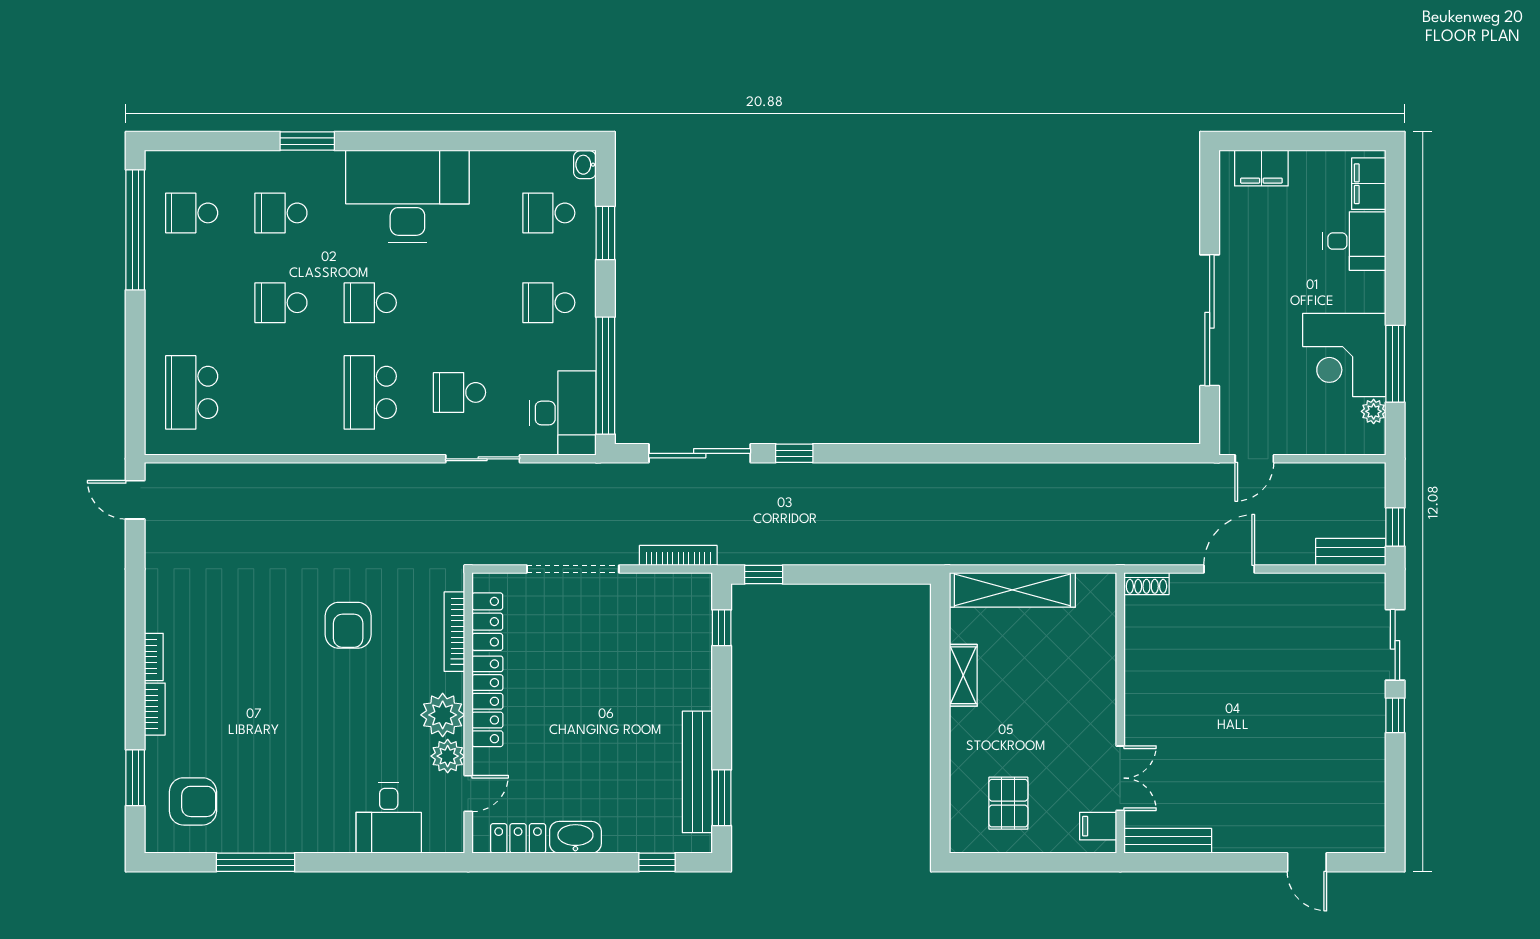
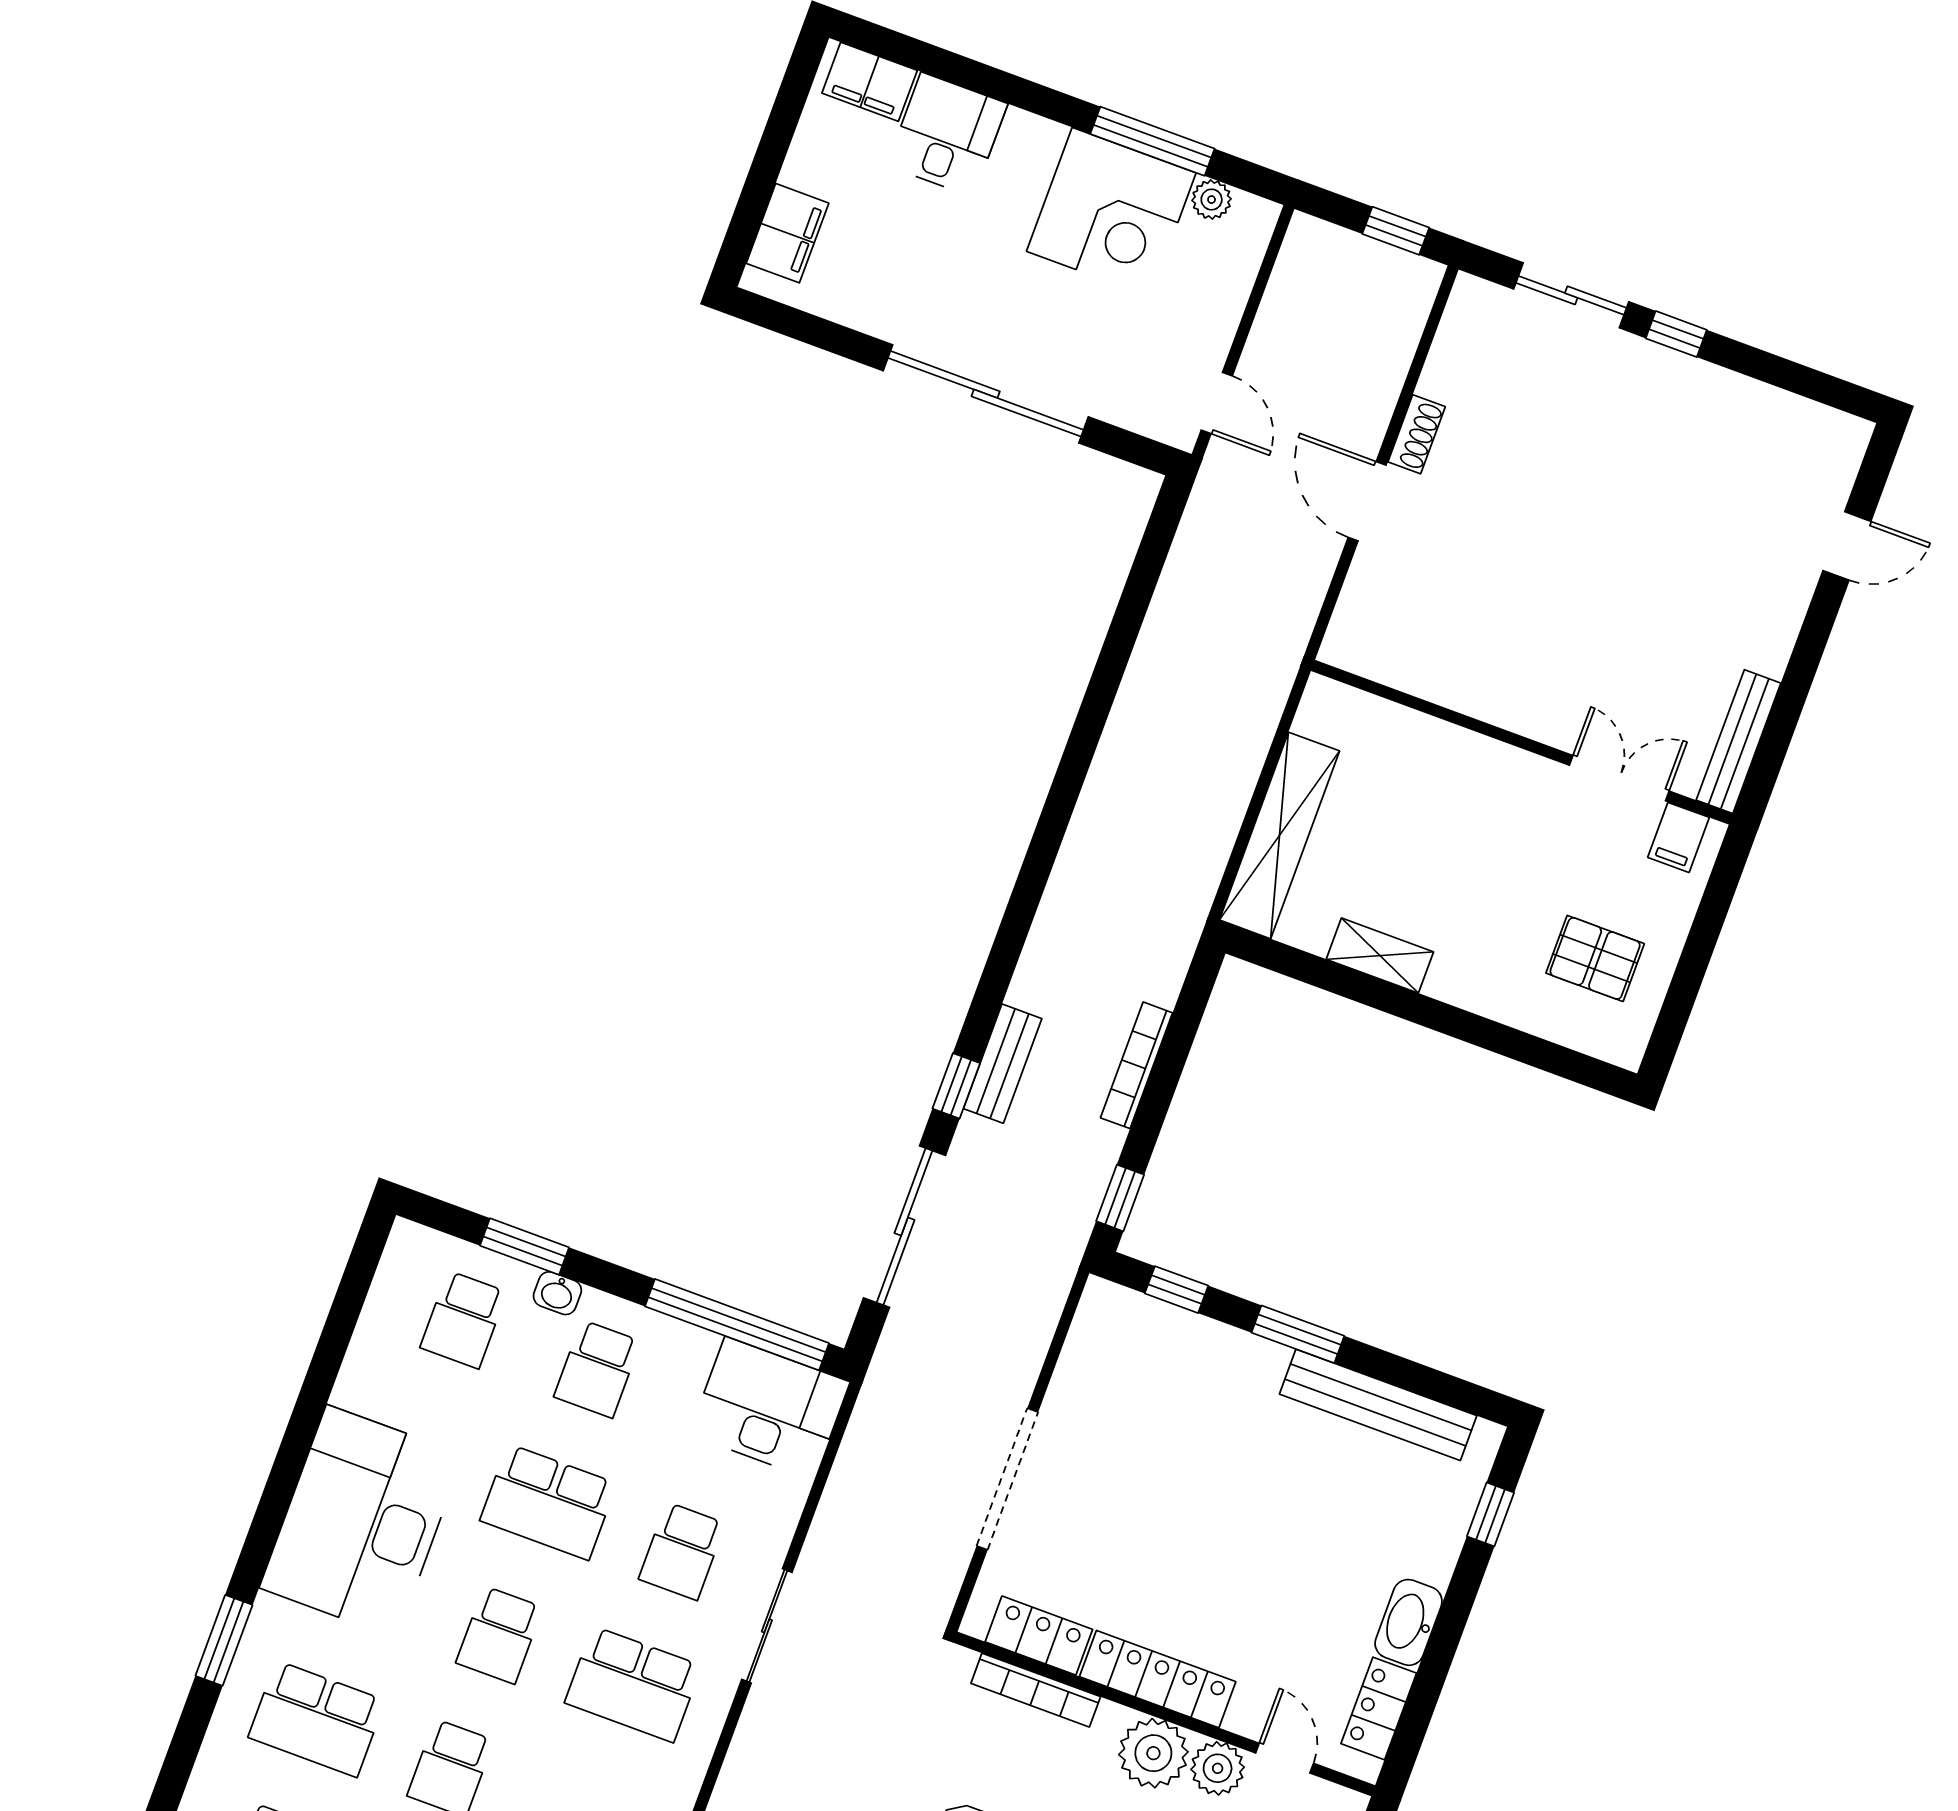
washbasin: (585, 165) -> (557, 1293), moved
school desk: (281, 213) -> (317, 1719), width x1.85
school desk: (460, 303) -> (548, 1502), added
sliding door: (483, 459) -> (767, 1626), moved
bench: (1351, 552) -> (1003, 1064), moved
bookcase: (678, 555) -> (1137, 1065), moved
shoe rack: (1146, 584) -> (1417, 434), moved
window: (722, 798) -> (1298, 1334), moved

